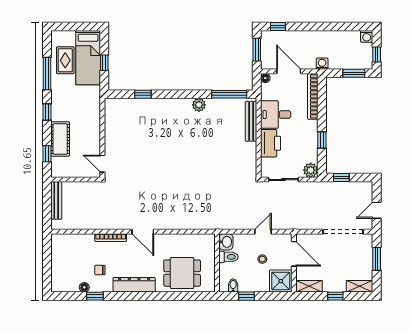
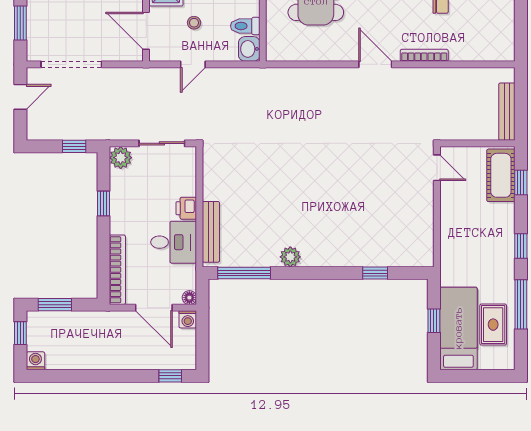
window: (257, 50) -> (202, 341), removed
washing machine: (322, 64) -> (188, 319), moved
cot: (60, 139) -> (501, 175), moved
printer: (271, 143) -> (186, 208), width x0.53, depth x0.68

